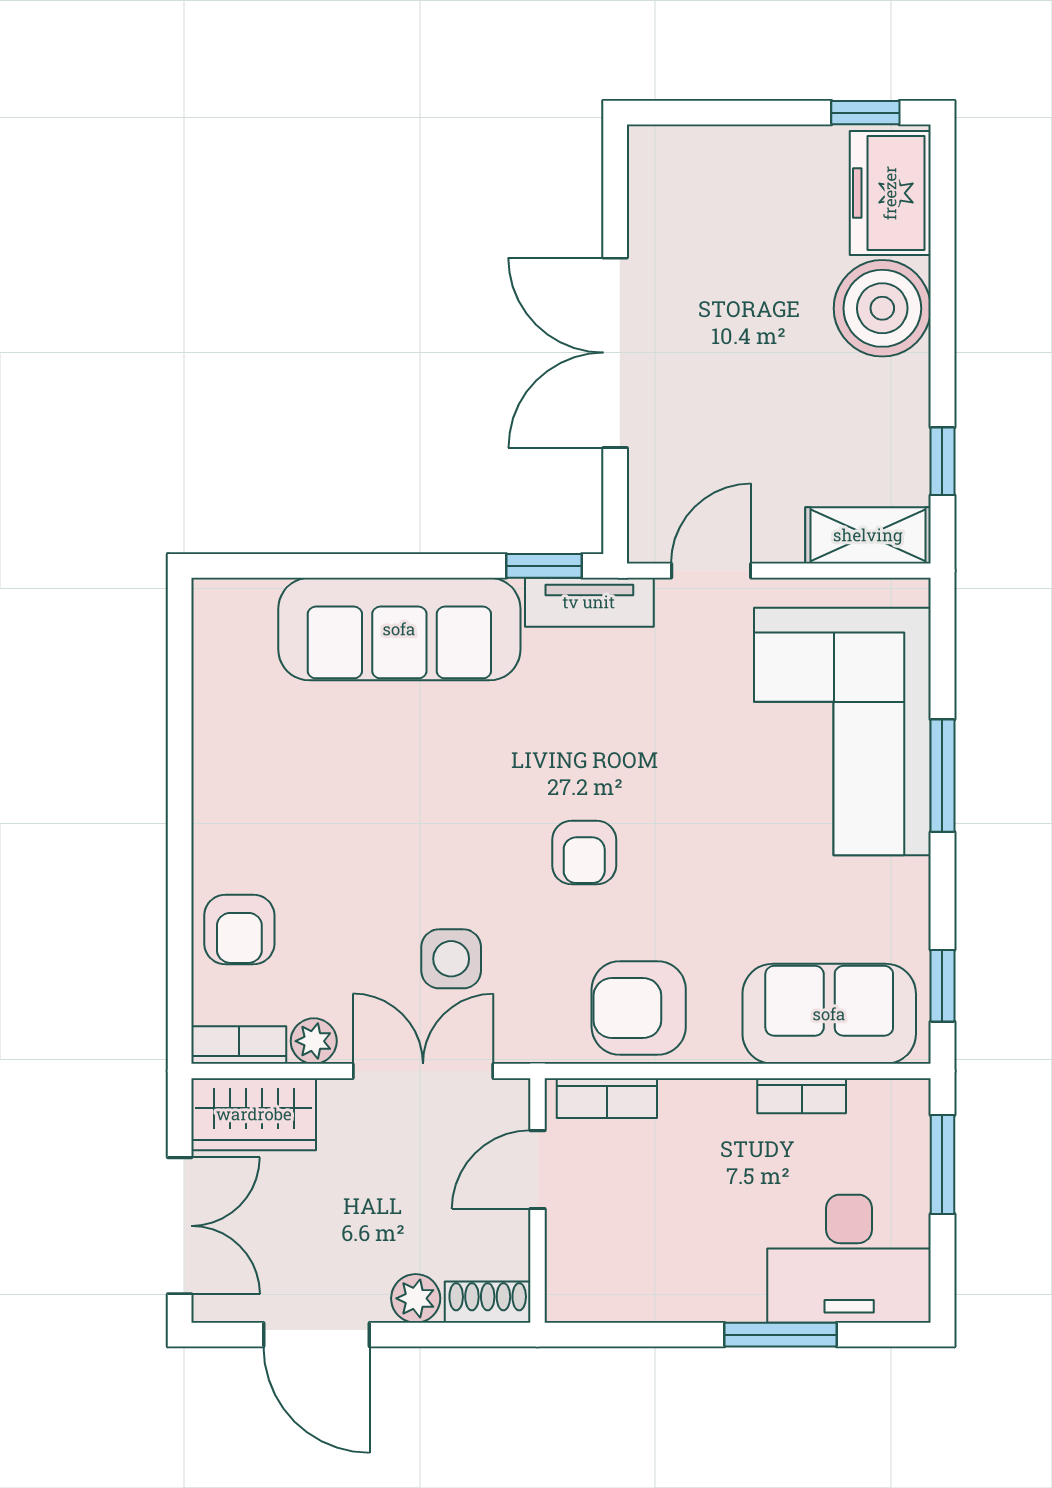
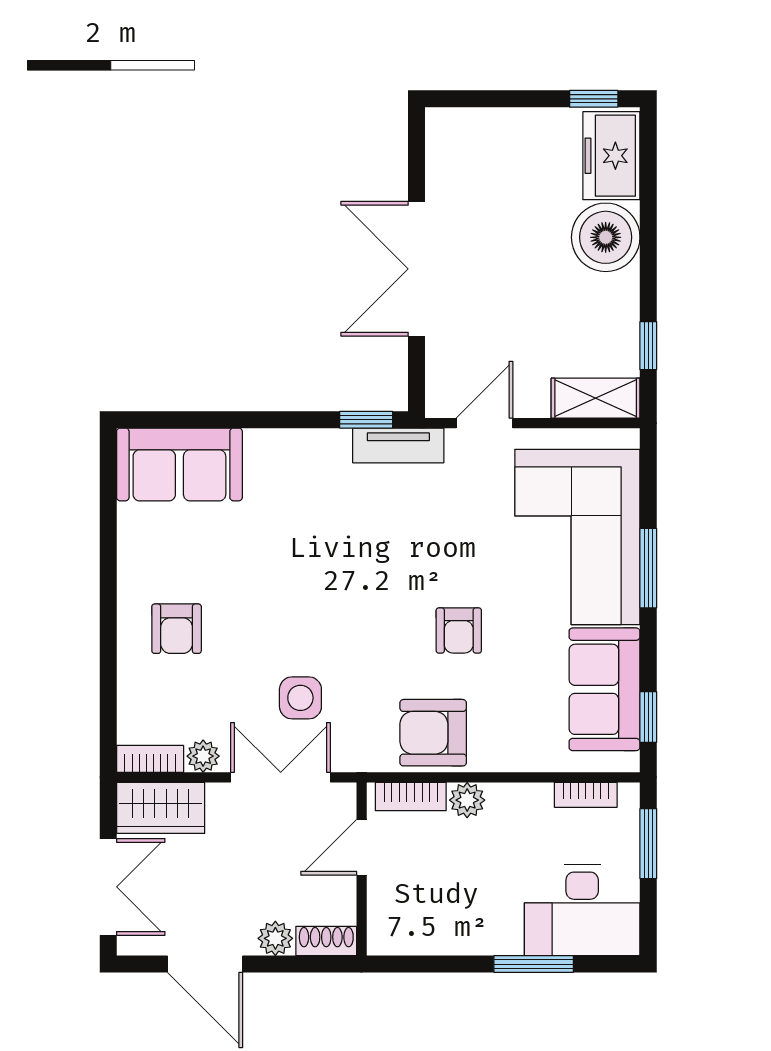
sofa: (399, 629) -> (179, 464), moved, width x0.73
armchair: (584, 853) -> (459, 630), moved
armchair: (239, 930) -> (177, 629), moved
sofa: (829, 1014) -> (604, 689), moved, turned -90
bookcase: (802, 1096) -> (586, 795), moved
plant: (687, 1103) -> (467, 800), added

